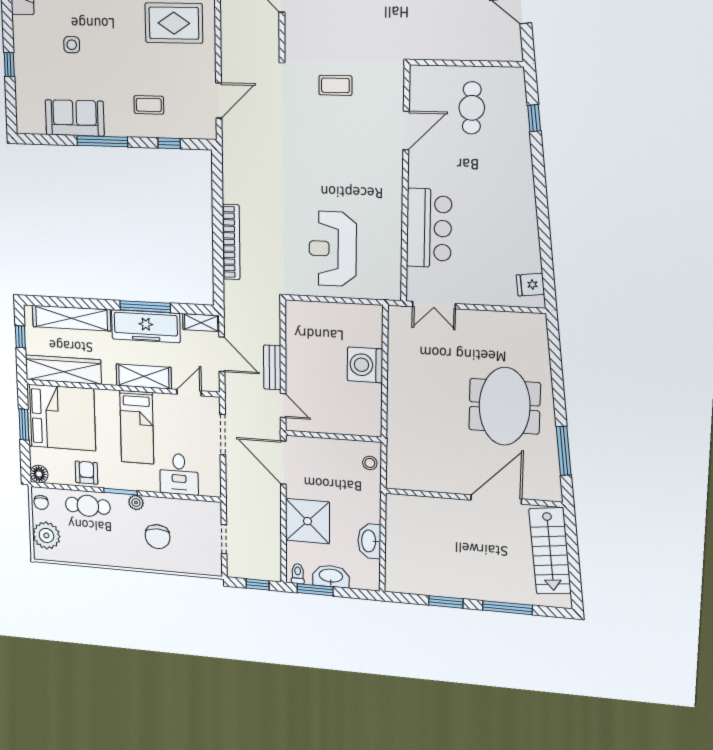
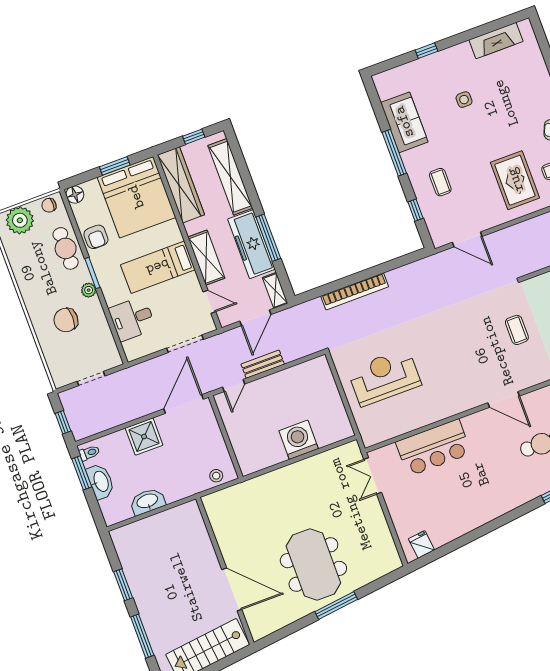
meeting table: (505, 406) -> (313, 565), turned 90
window: (564, 451) -> (336, 605), moved
armchair: (86, 473) -> (96, 237), turned 90
shower: (307, 521) -> (144, 437), width x0.73, depth x0.73

